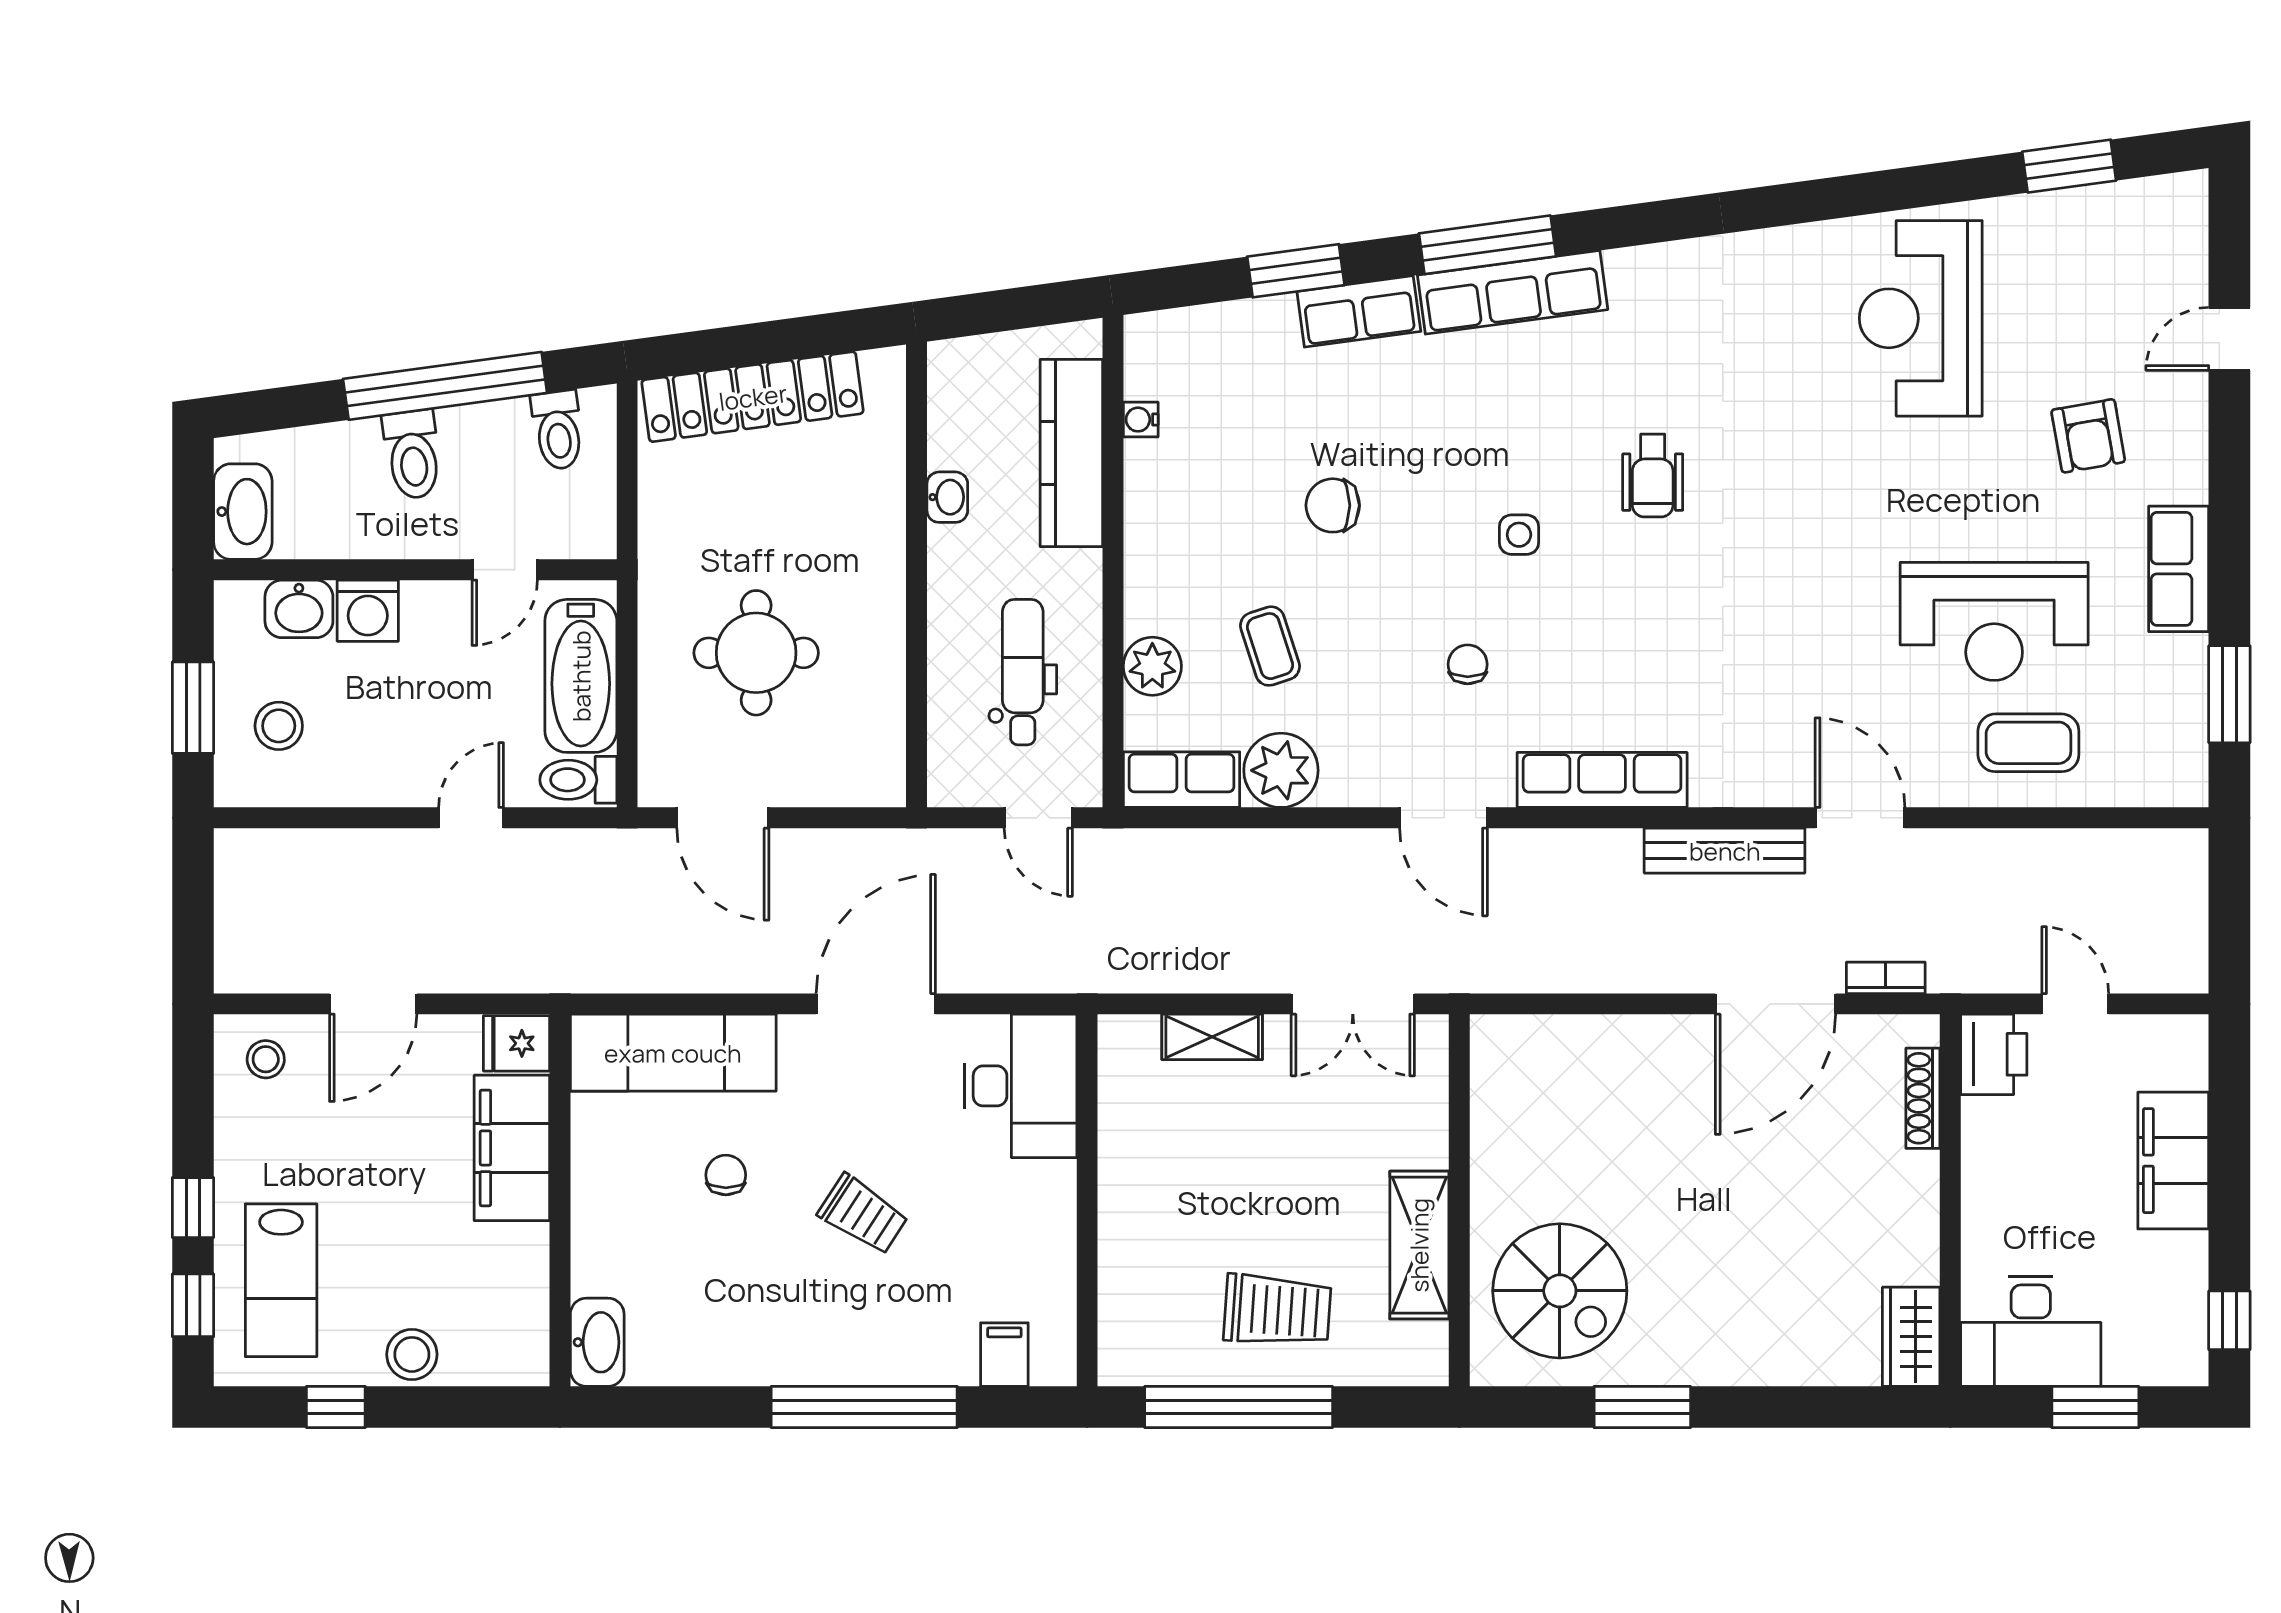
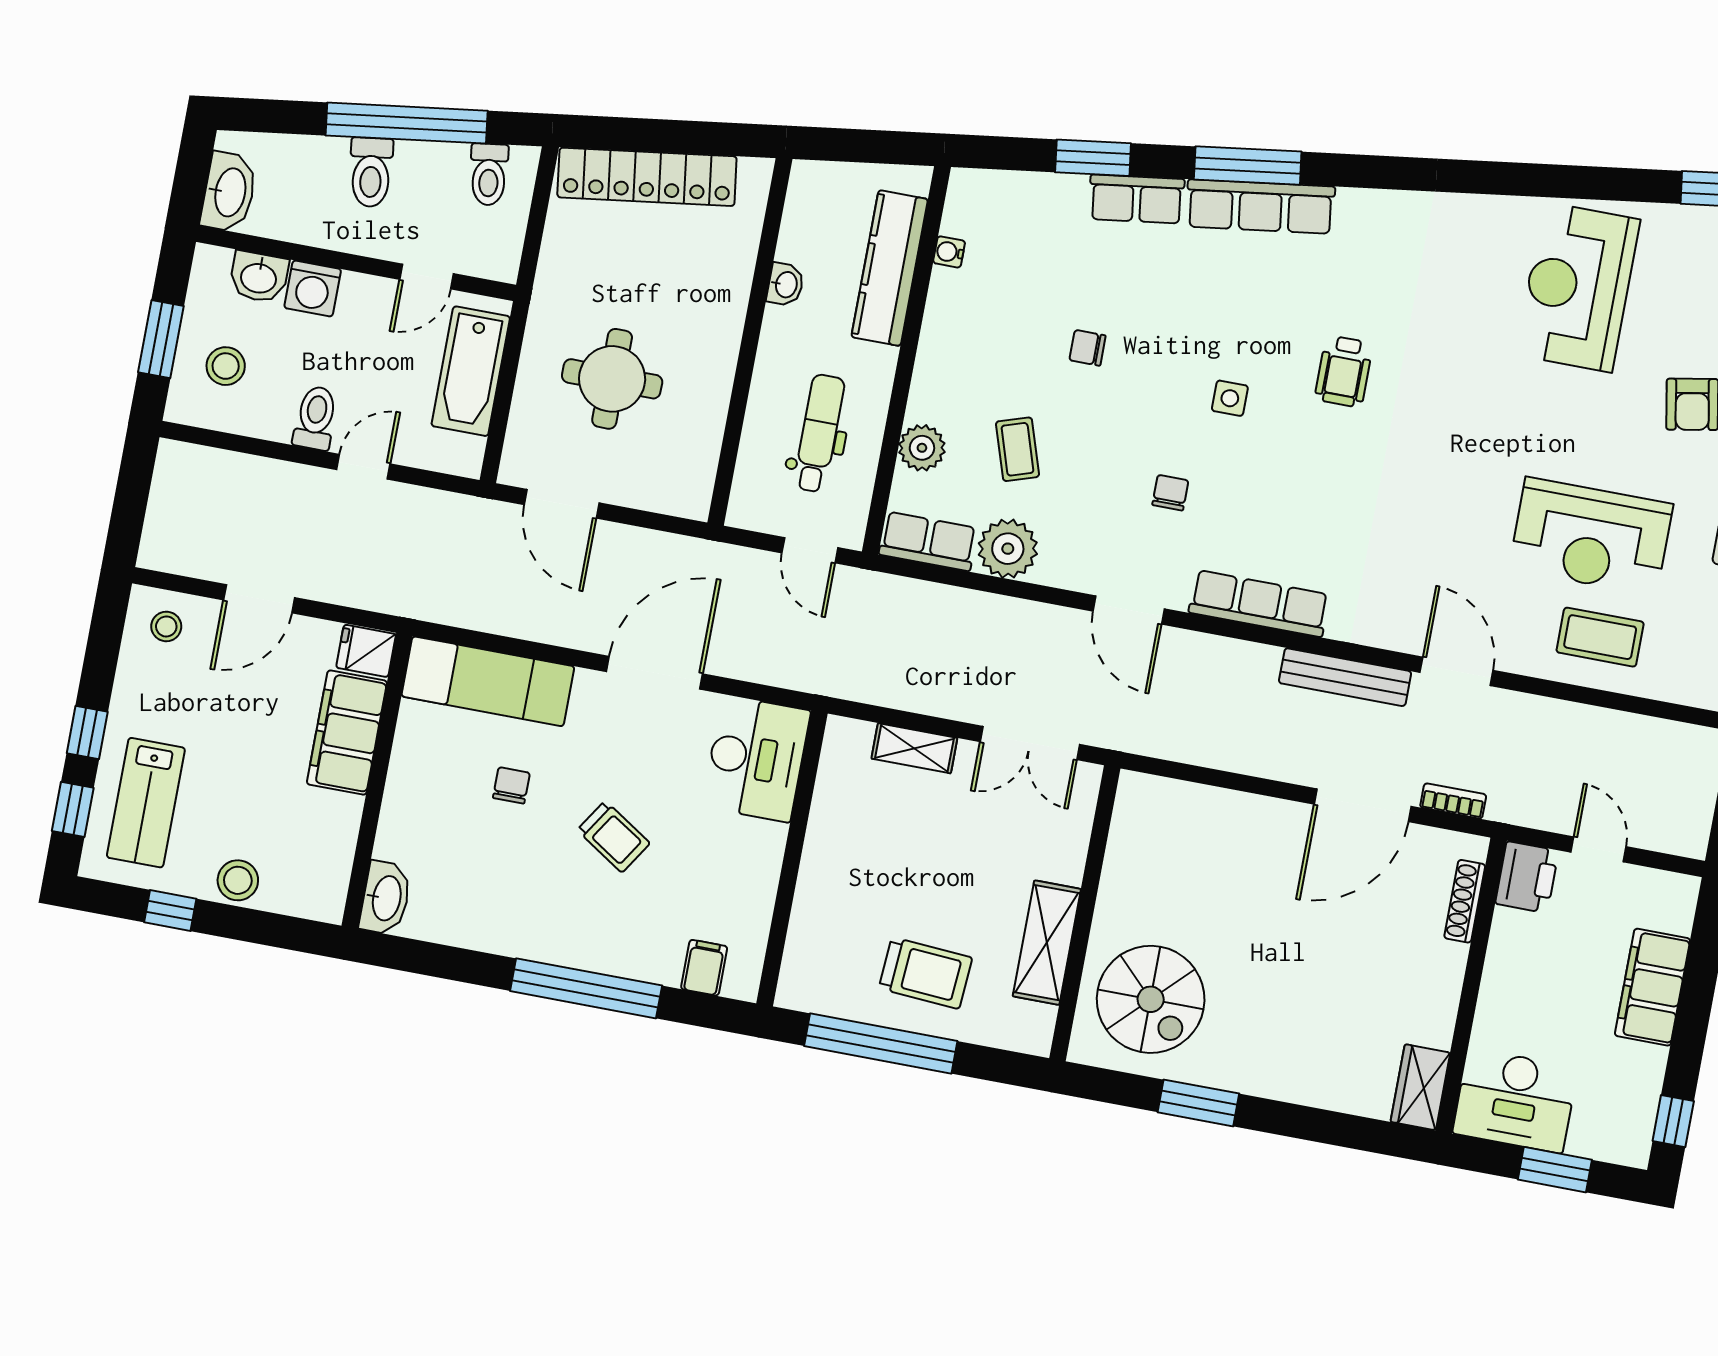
chair: (1333, 505) -> (1088, 348), width x0.73, depth x0.73
toilet: (578, 780) -> (315, 418), moved, turned 90

